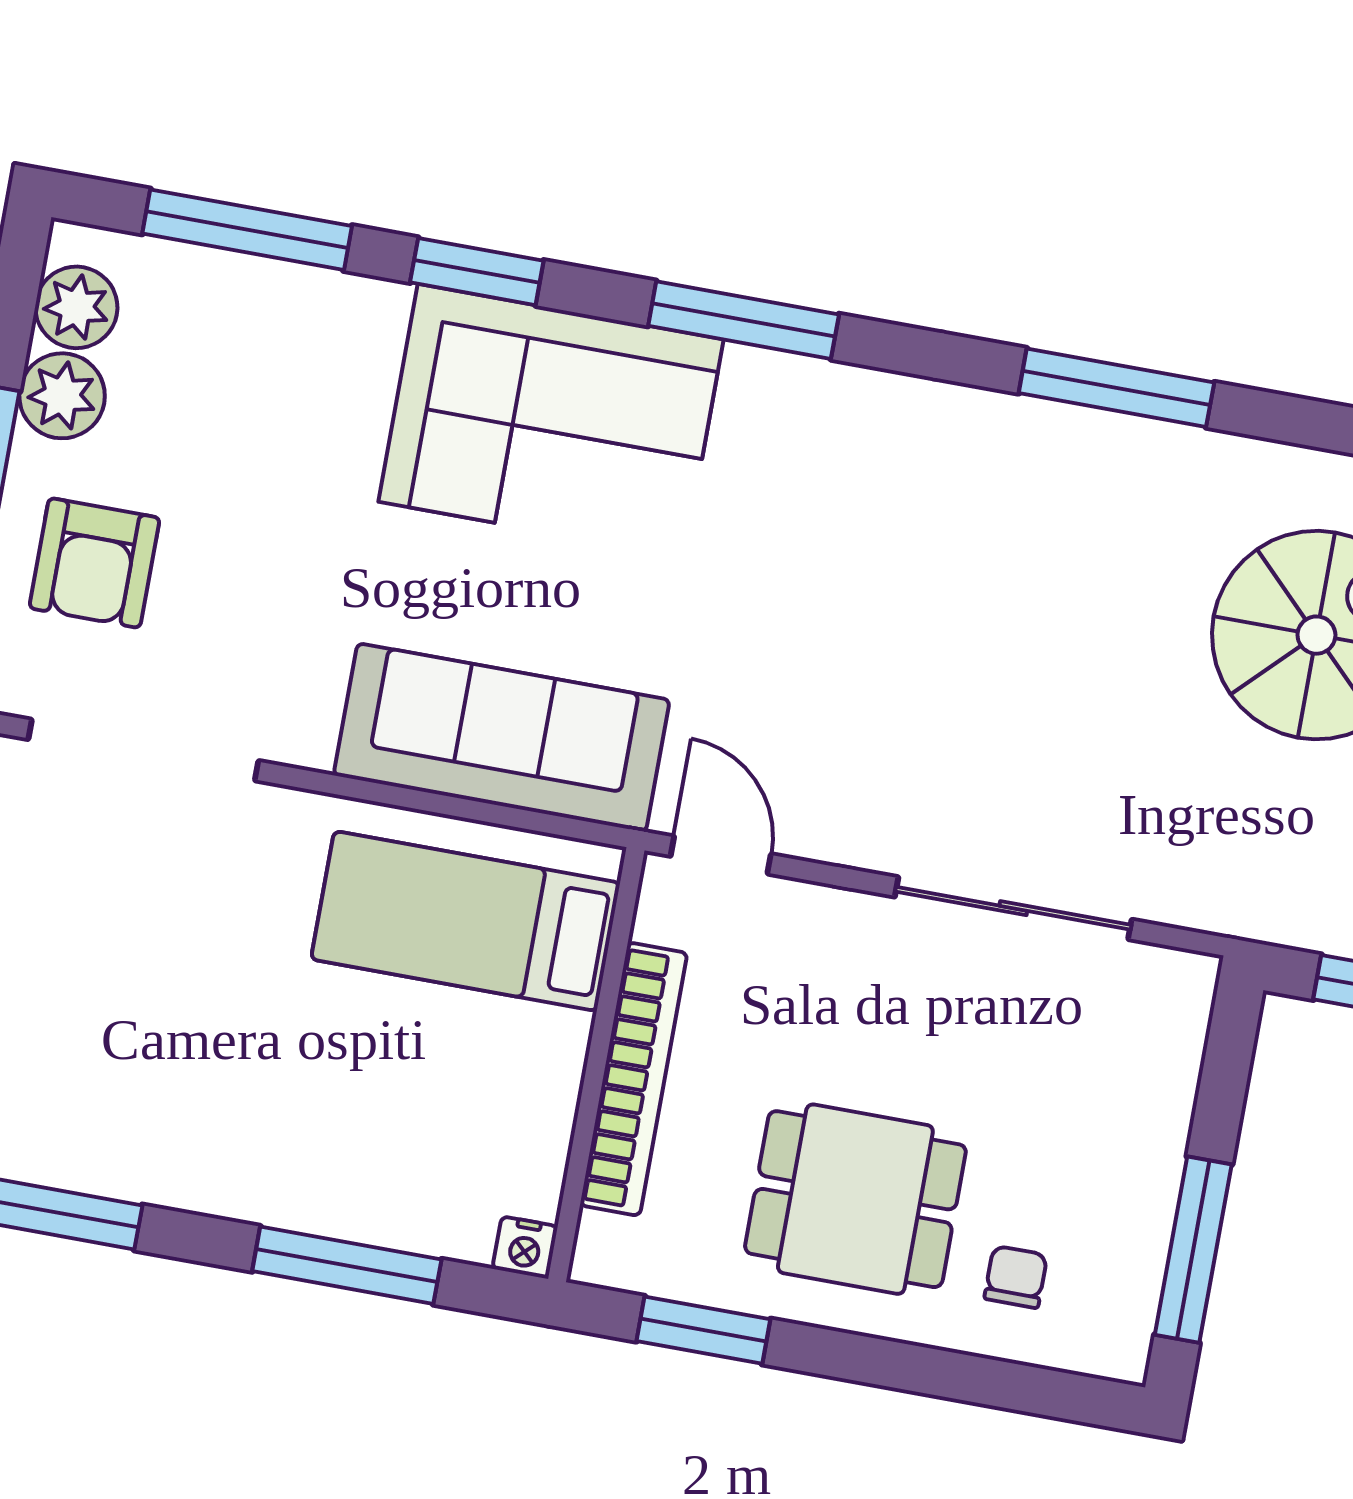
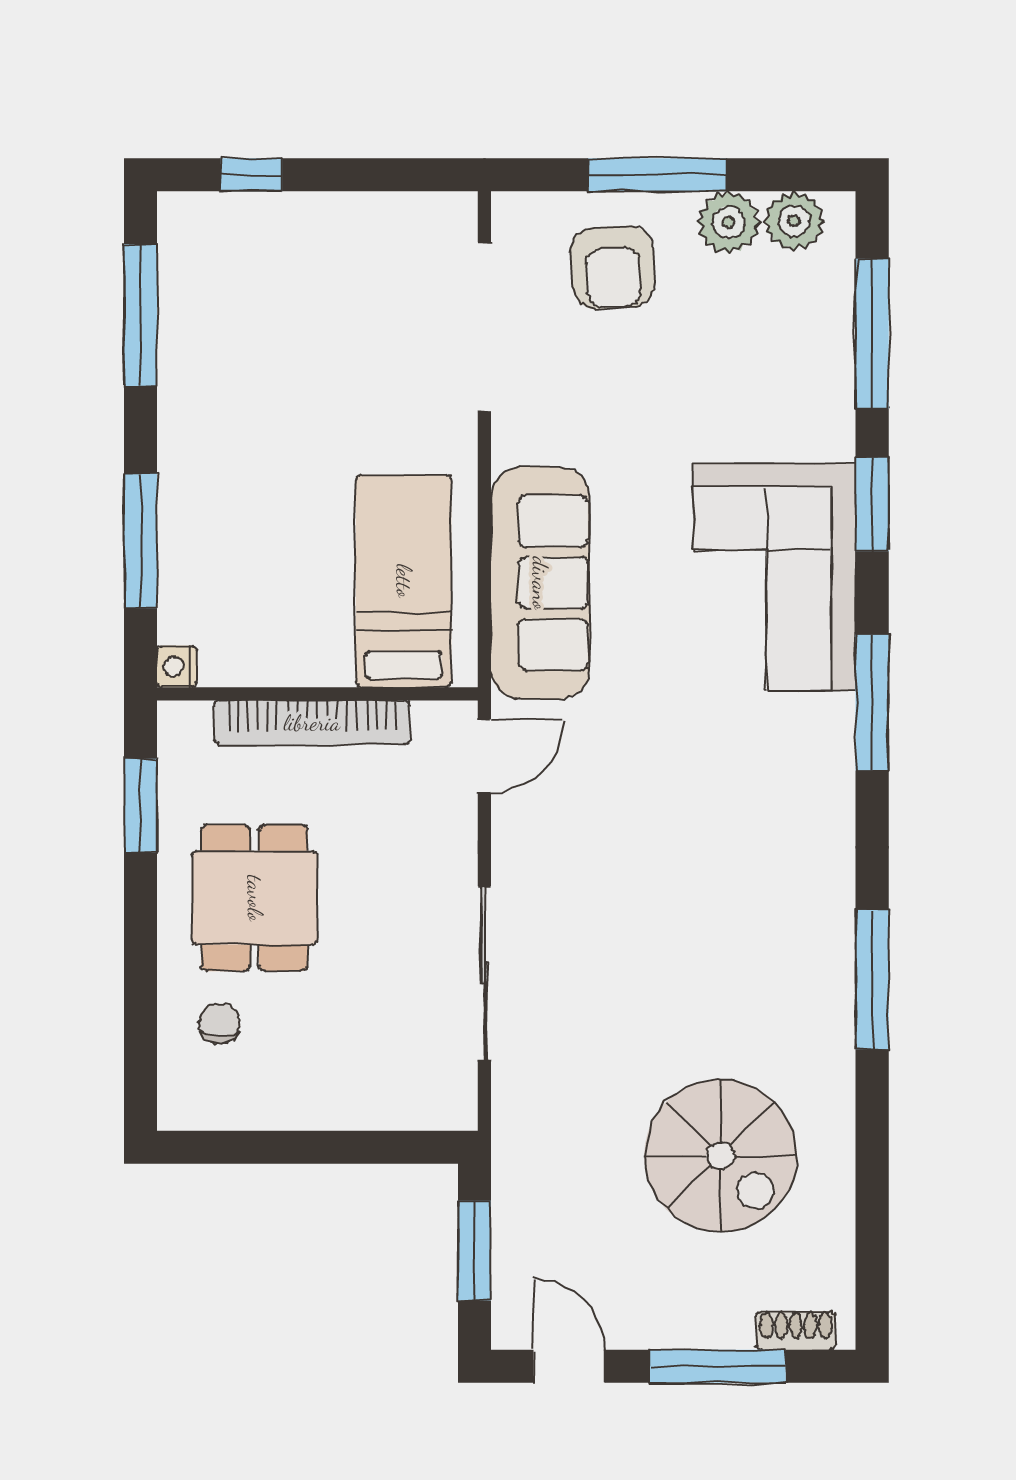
armchair: (94, 563) -> (613, 267), turned -93
window: (1193, 1250) -> (262, 1147), removed
chair: (1016, 1277) -> (220, 1023), turned -90

